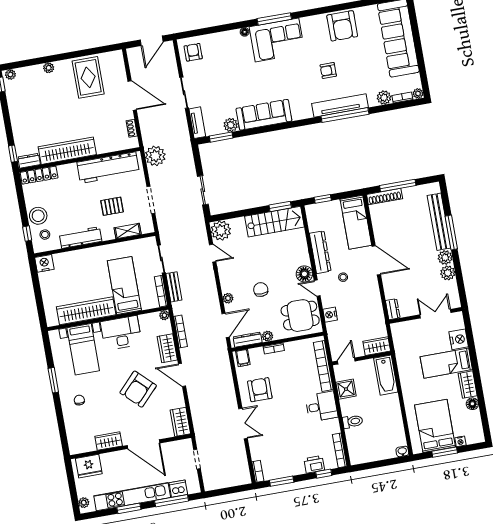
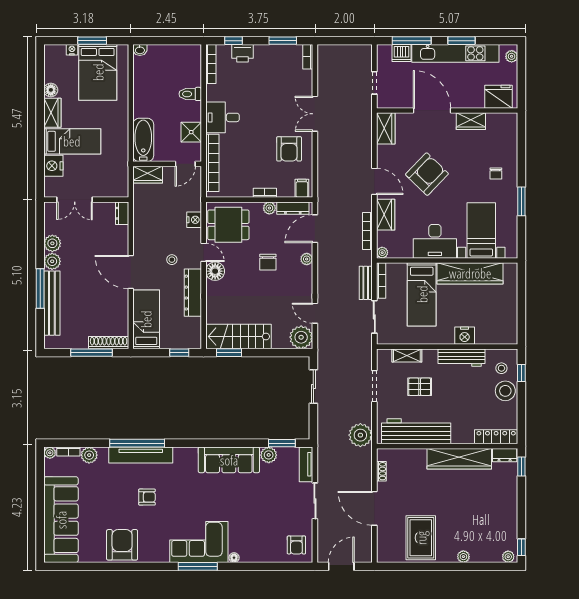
nightstand: (44, 263) -> (465, 336), moved

